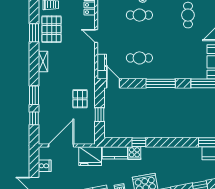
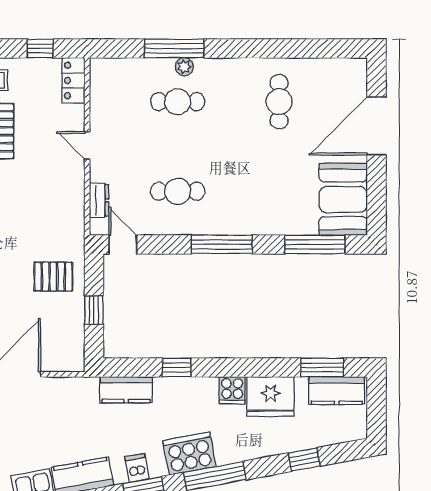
pallet: (80, 99) -> (53, 277), turned 90
cooker: (134, 153) -> (232, 390), moved
fridge: (90, 156) -> (270, 397), moved

